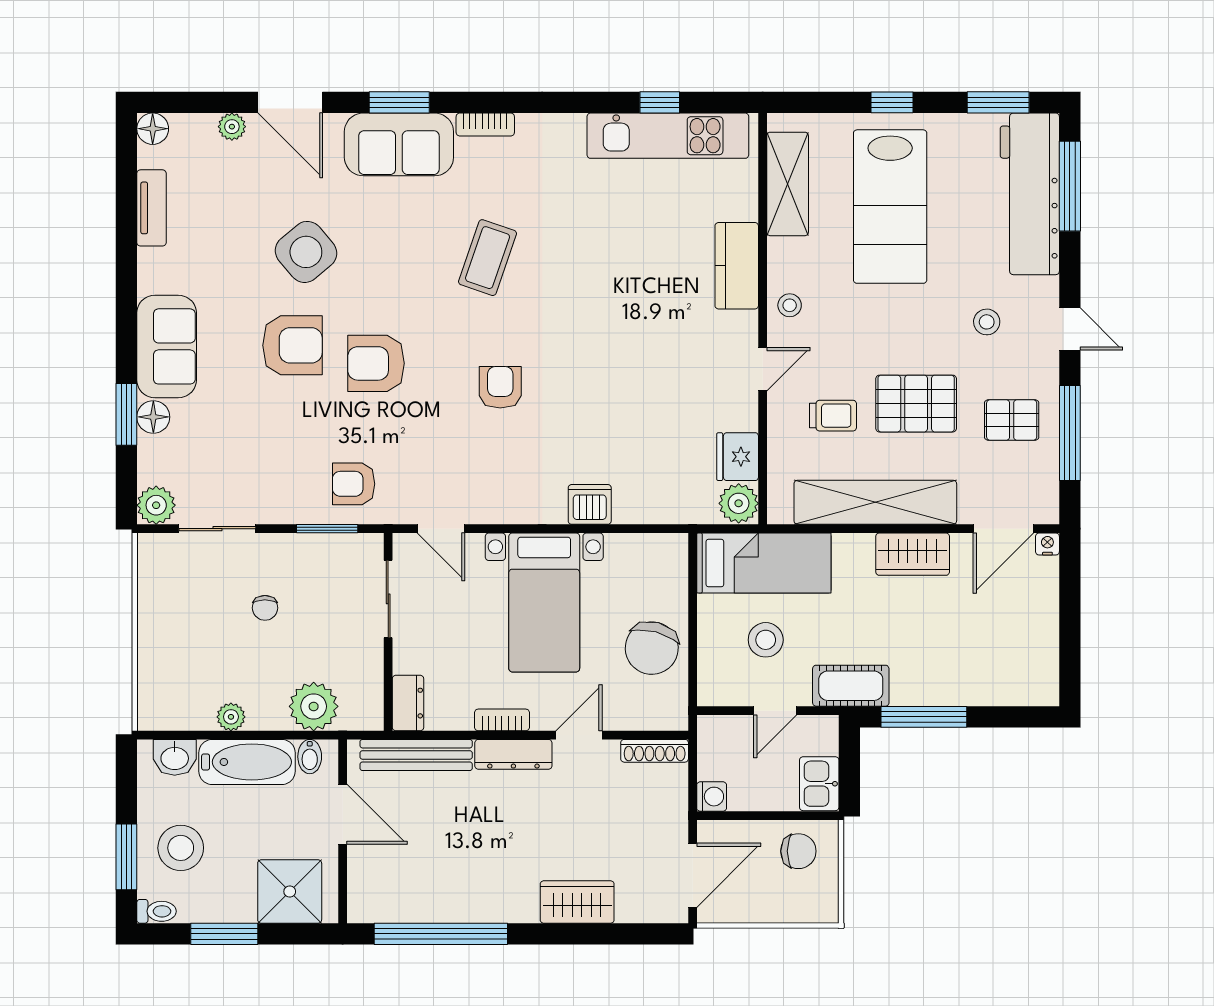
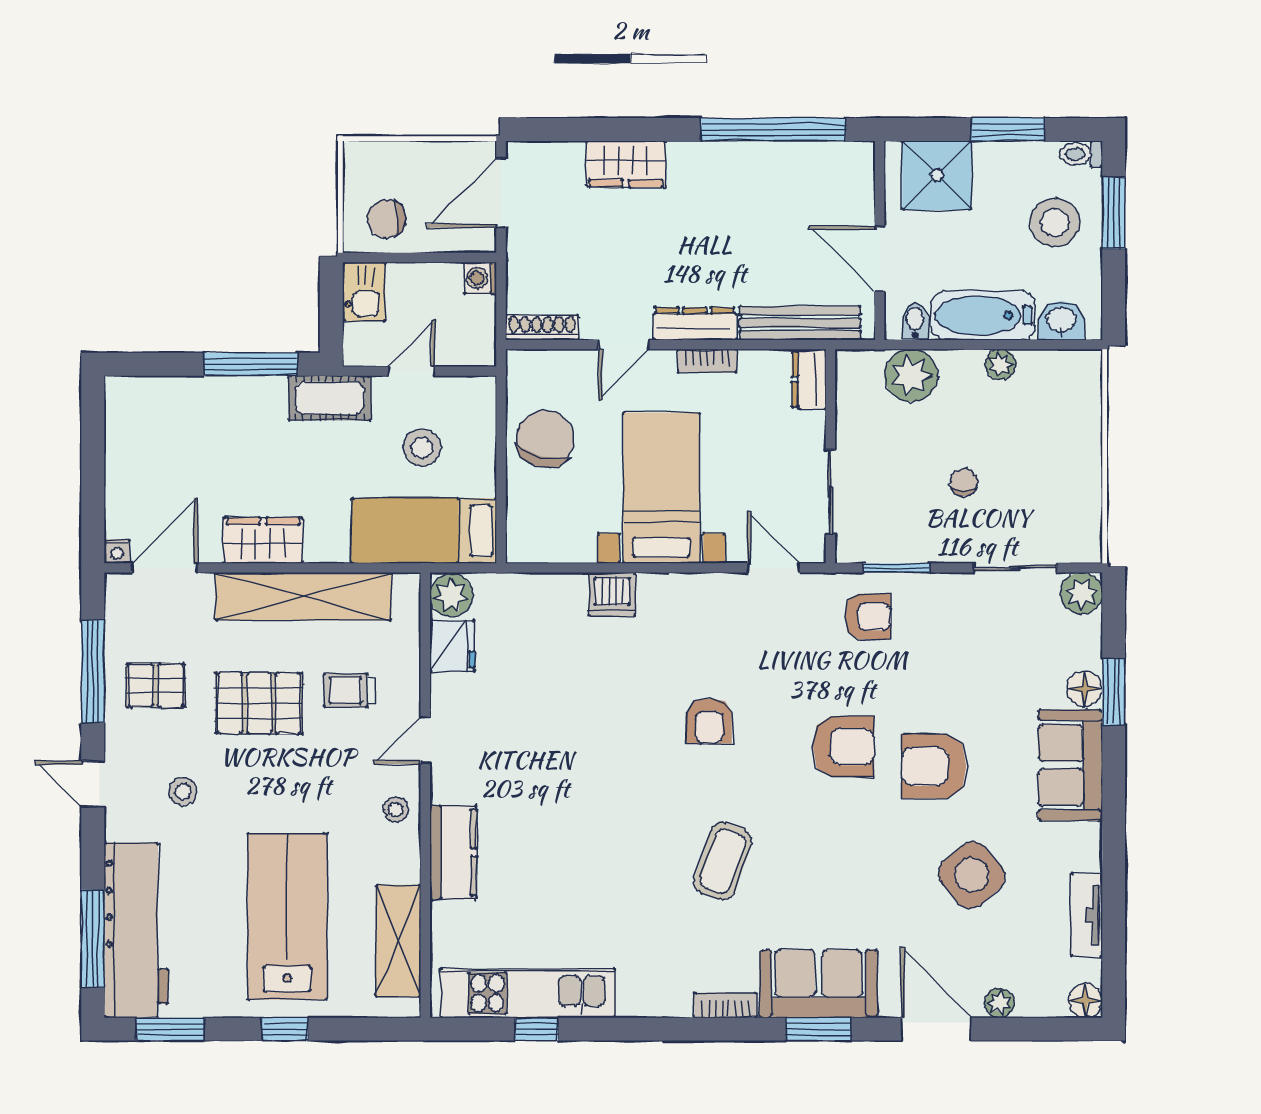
side table: (306, 252) -> (972, 875), moved

